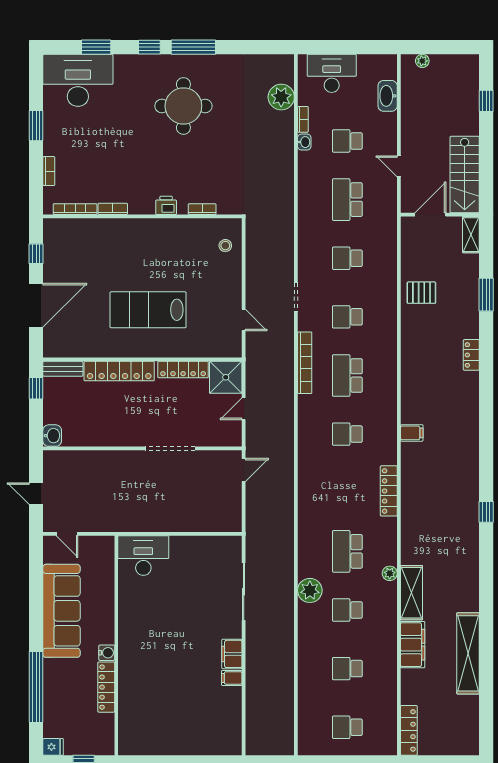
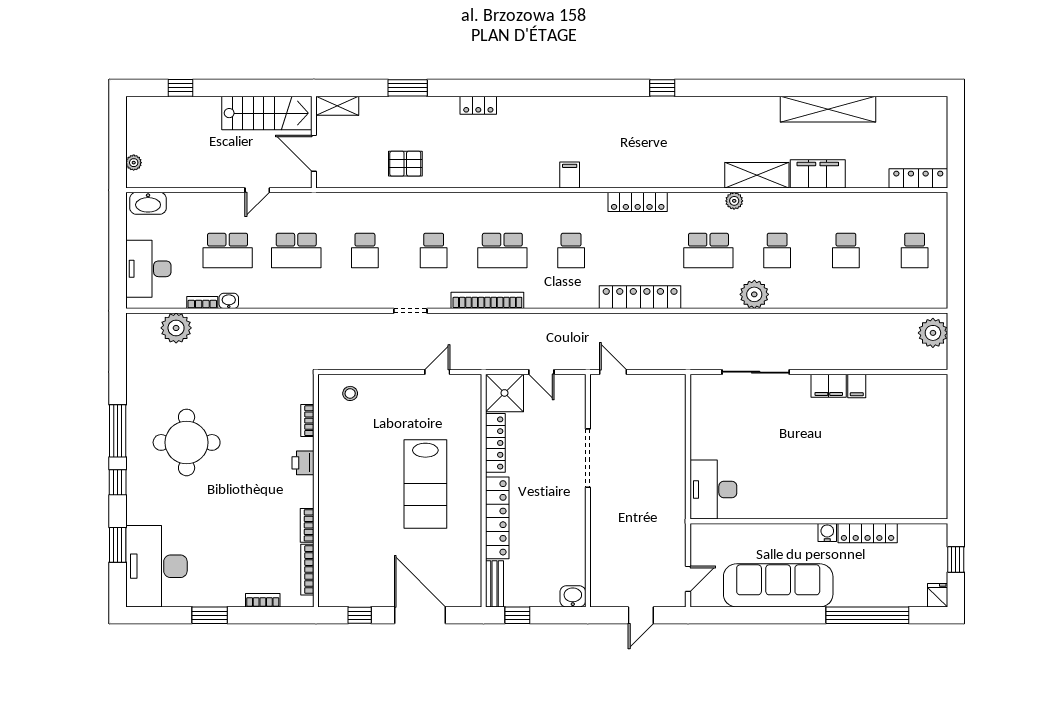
washbasin: (388, 96) -> (148, 203), moved
school desk: (347, 141) -> (228, 250), width x1.85
pallet: (421, 293) -> (405, 164), turned 90
locker: (307, 493) -> (640, 297), added
plant: (277, 743) -> (933, 333), added

